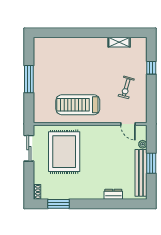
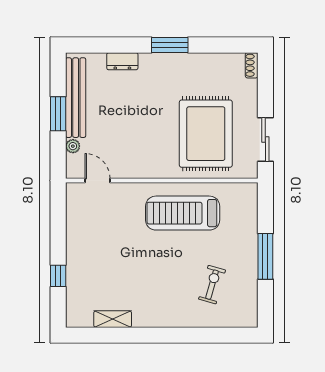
exercise bike: (126, 87) -> (212, 285), moved
treadmill: (78, 105) -> (183, 213), turned 180
window: (59, 204) -> (170, 45), moved

